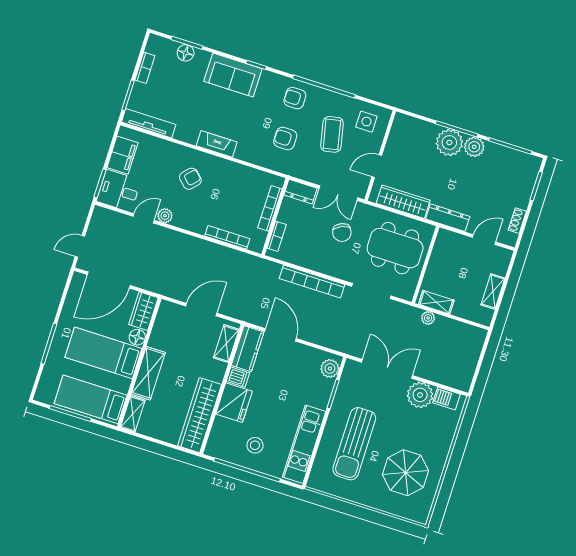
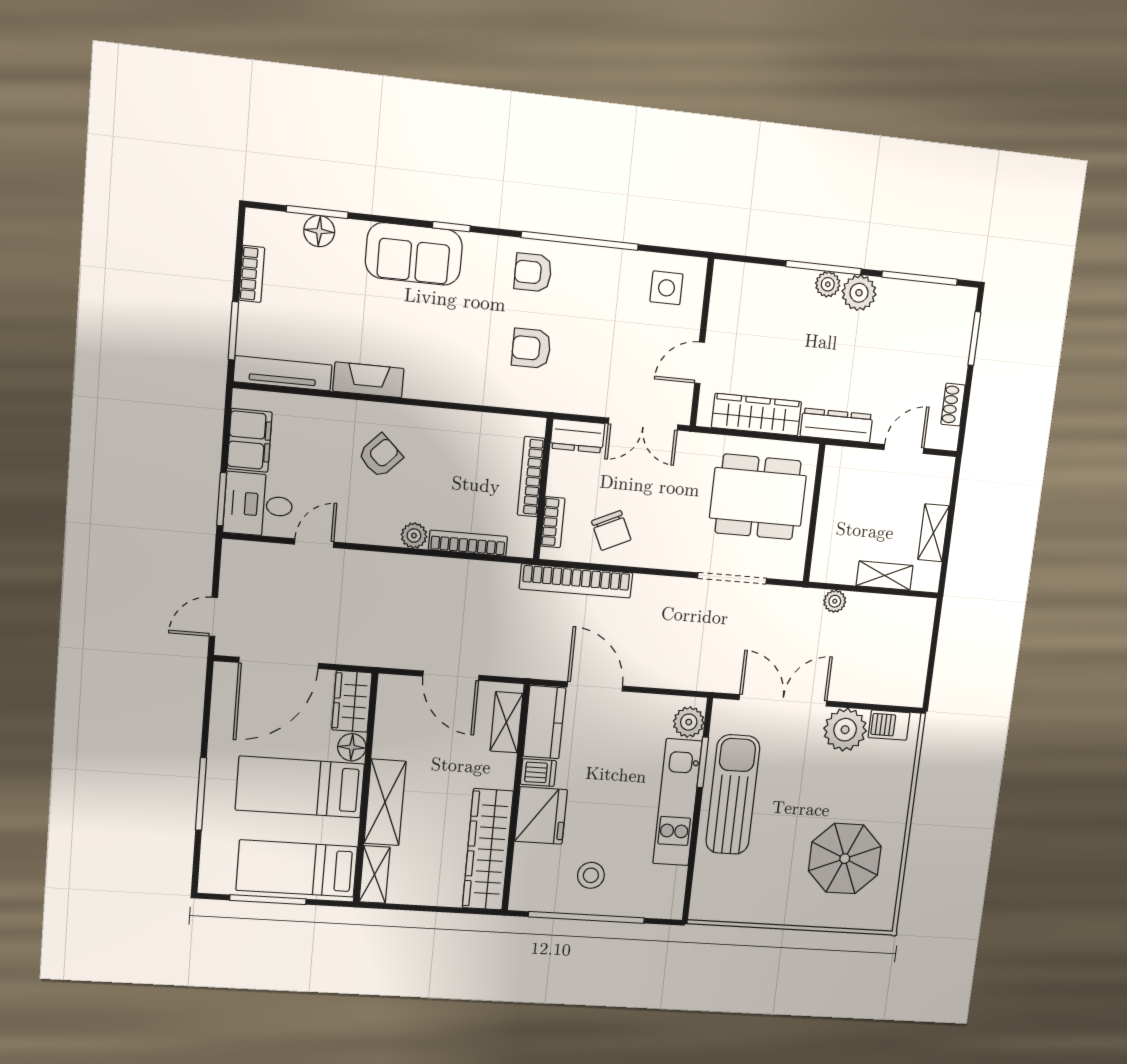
coffee table: (332, 134) -> (611, 323), removed
plant: (449, 143) -> (828, 284), width x0.53, depth x0.53
fireplace: (217, 144) -> (368, 380), moved
plant: (165, 216) -> (414, 536), moved
chair: (342, 232) -> (611, 530), moved
bookcase: (312, 282) -> (576, 581), moved
shelving: (436, 302) -> (885, 576), moved
door: (201, 310) -> (451, 676), swing flipped
kitchen unit: (304, 444) -> (677, 802), moved
sun lounger: (354, 444) -> (733, 795), moved, turned 180

